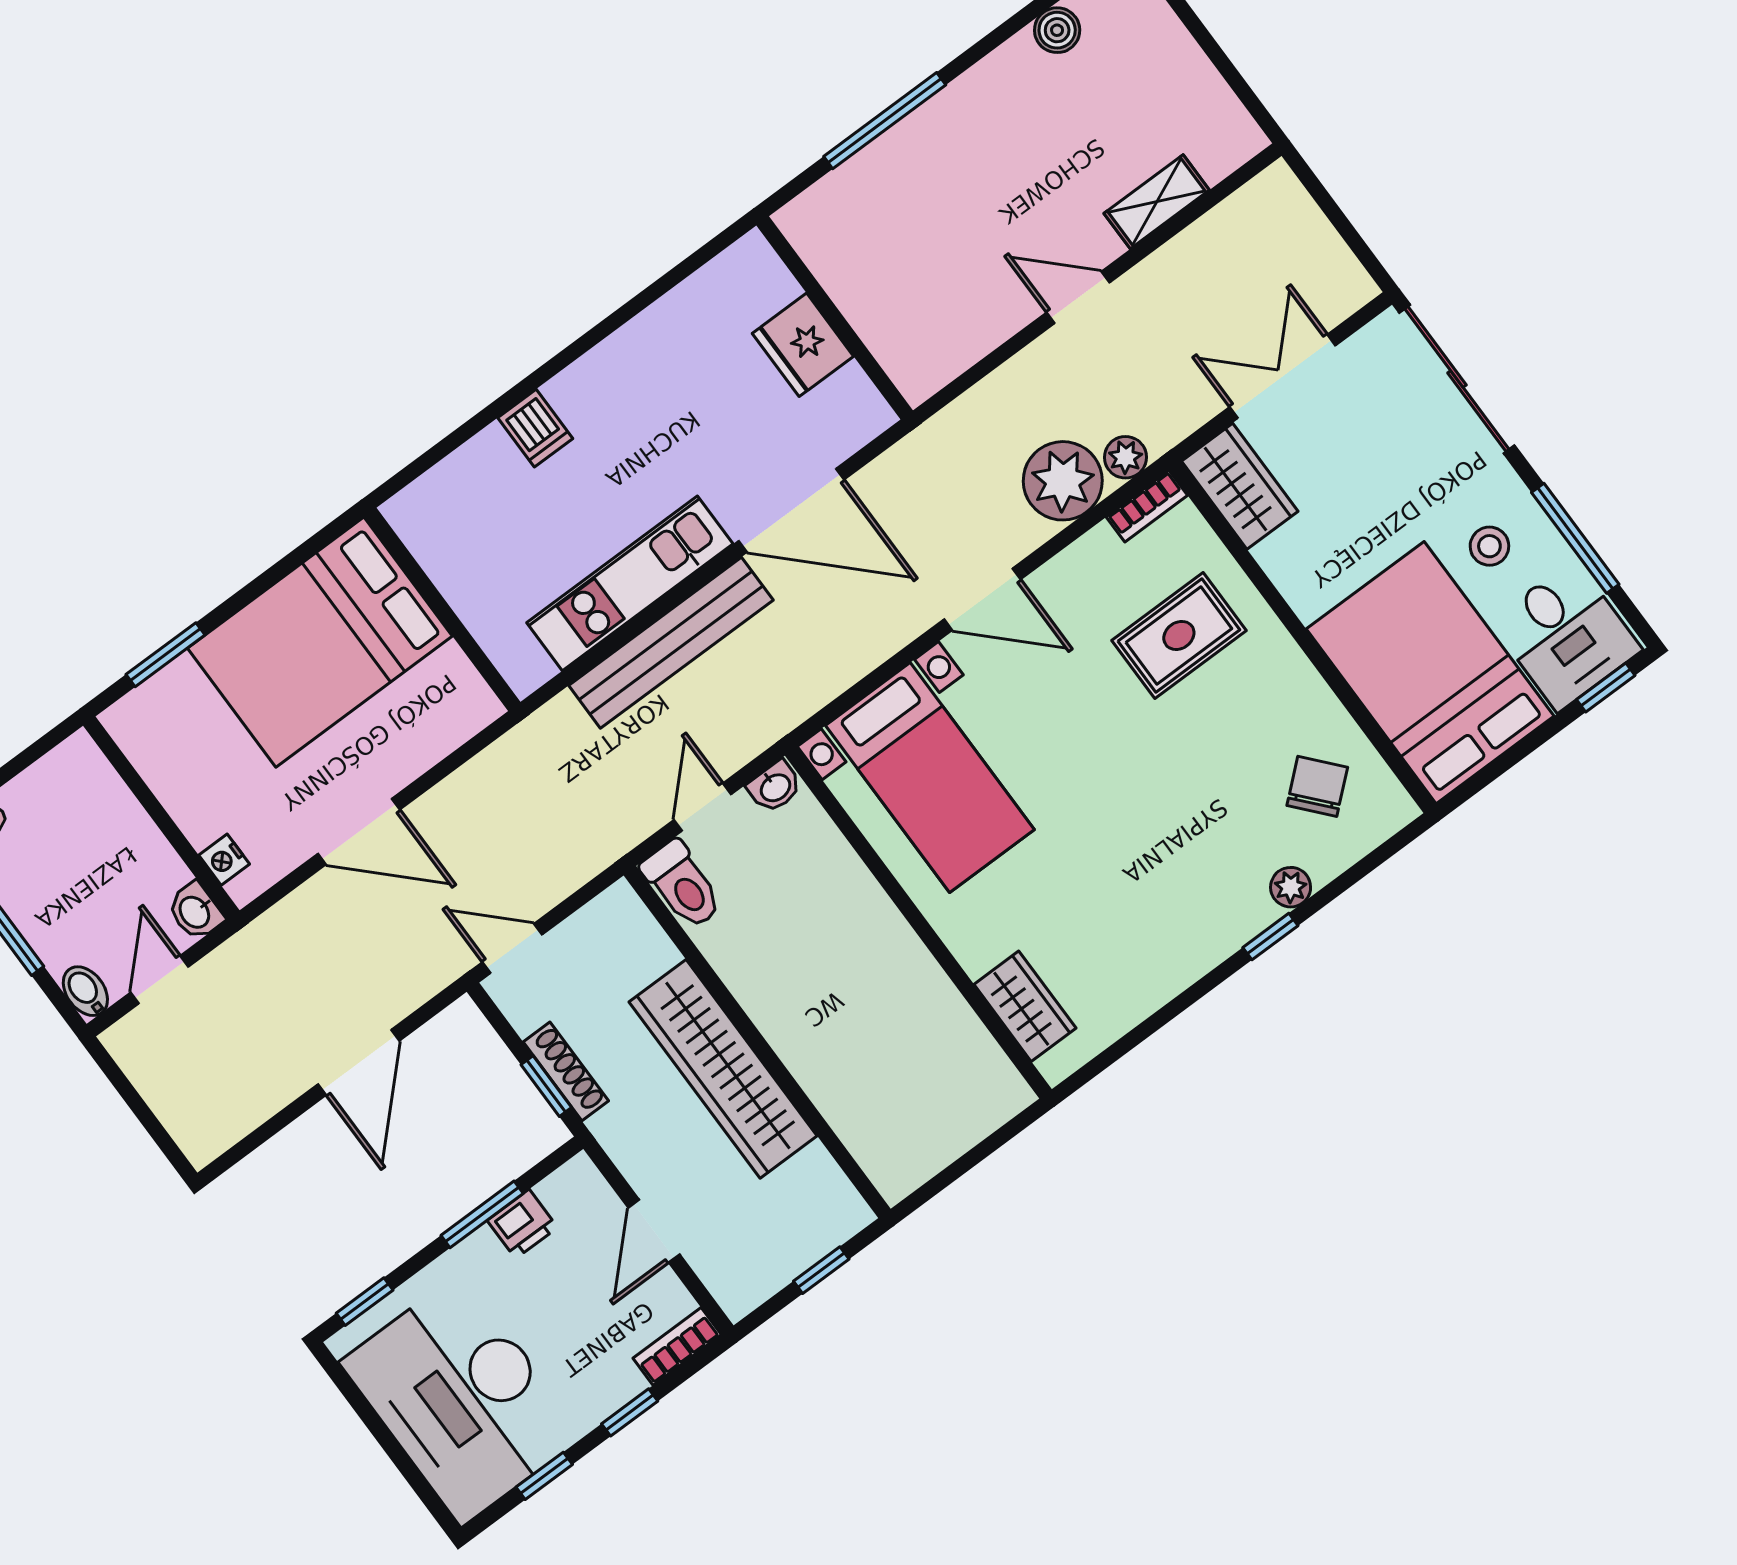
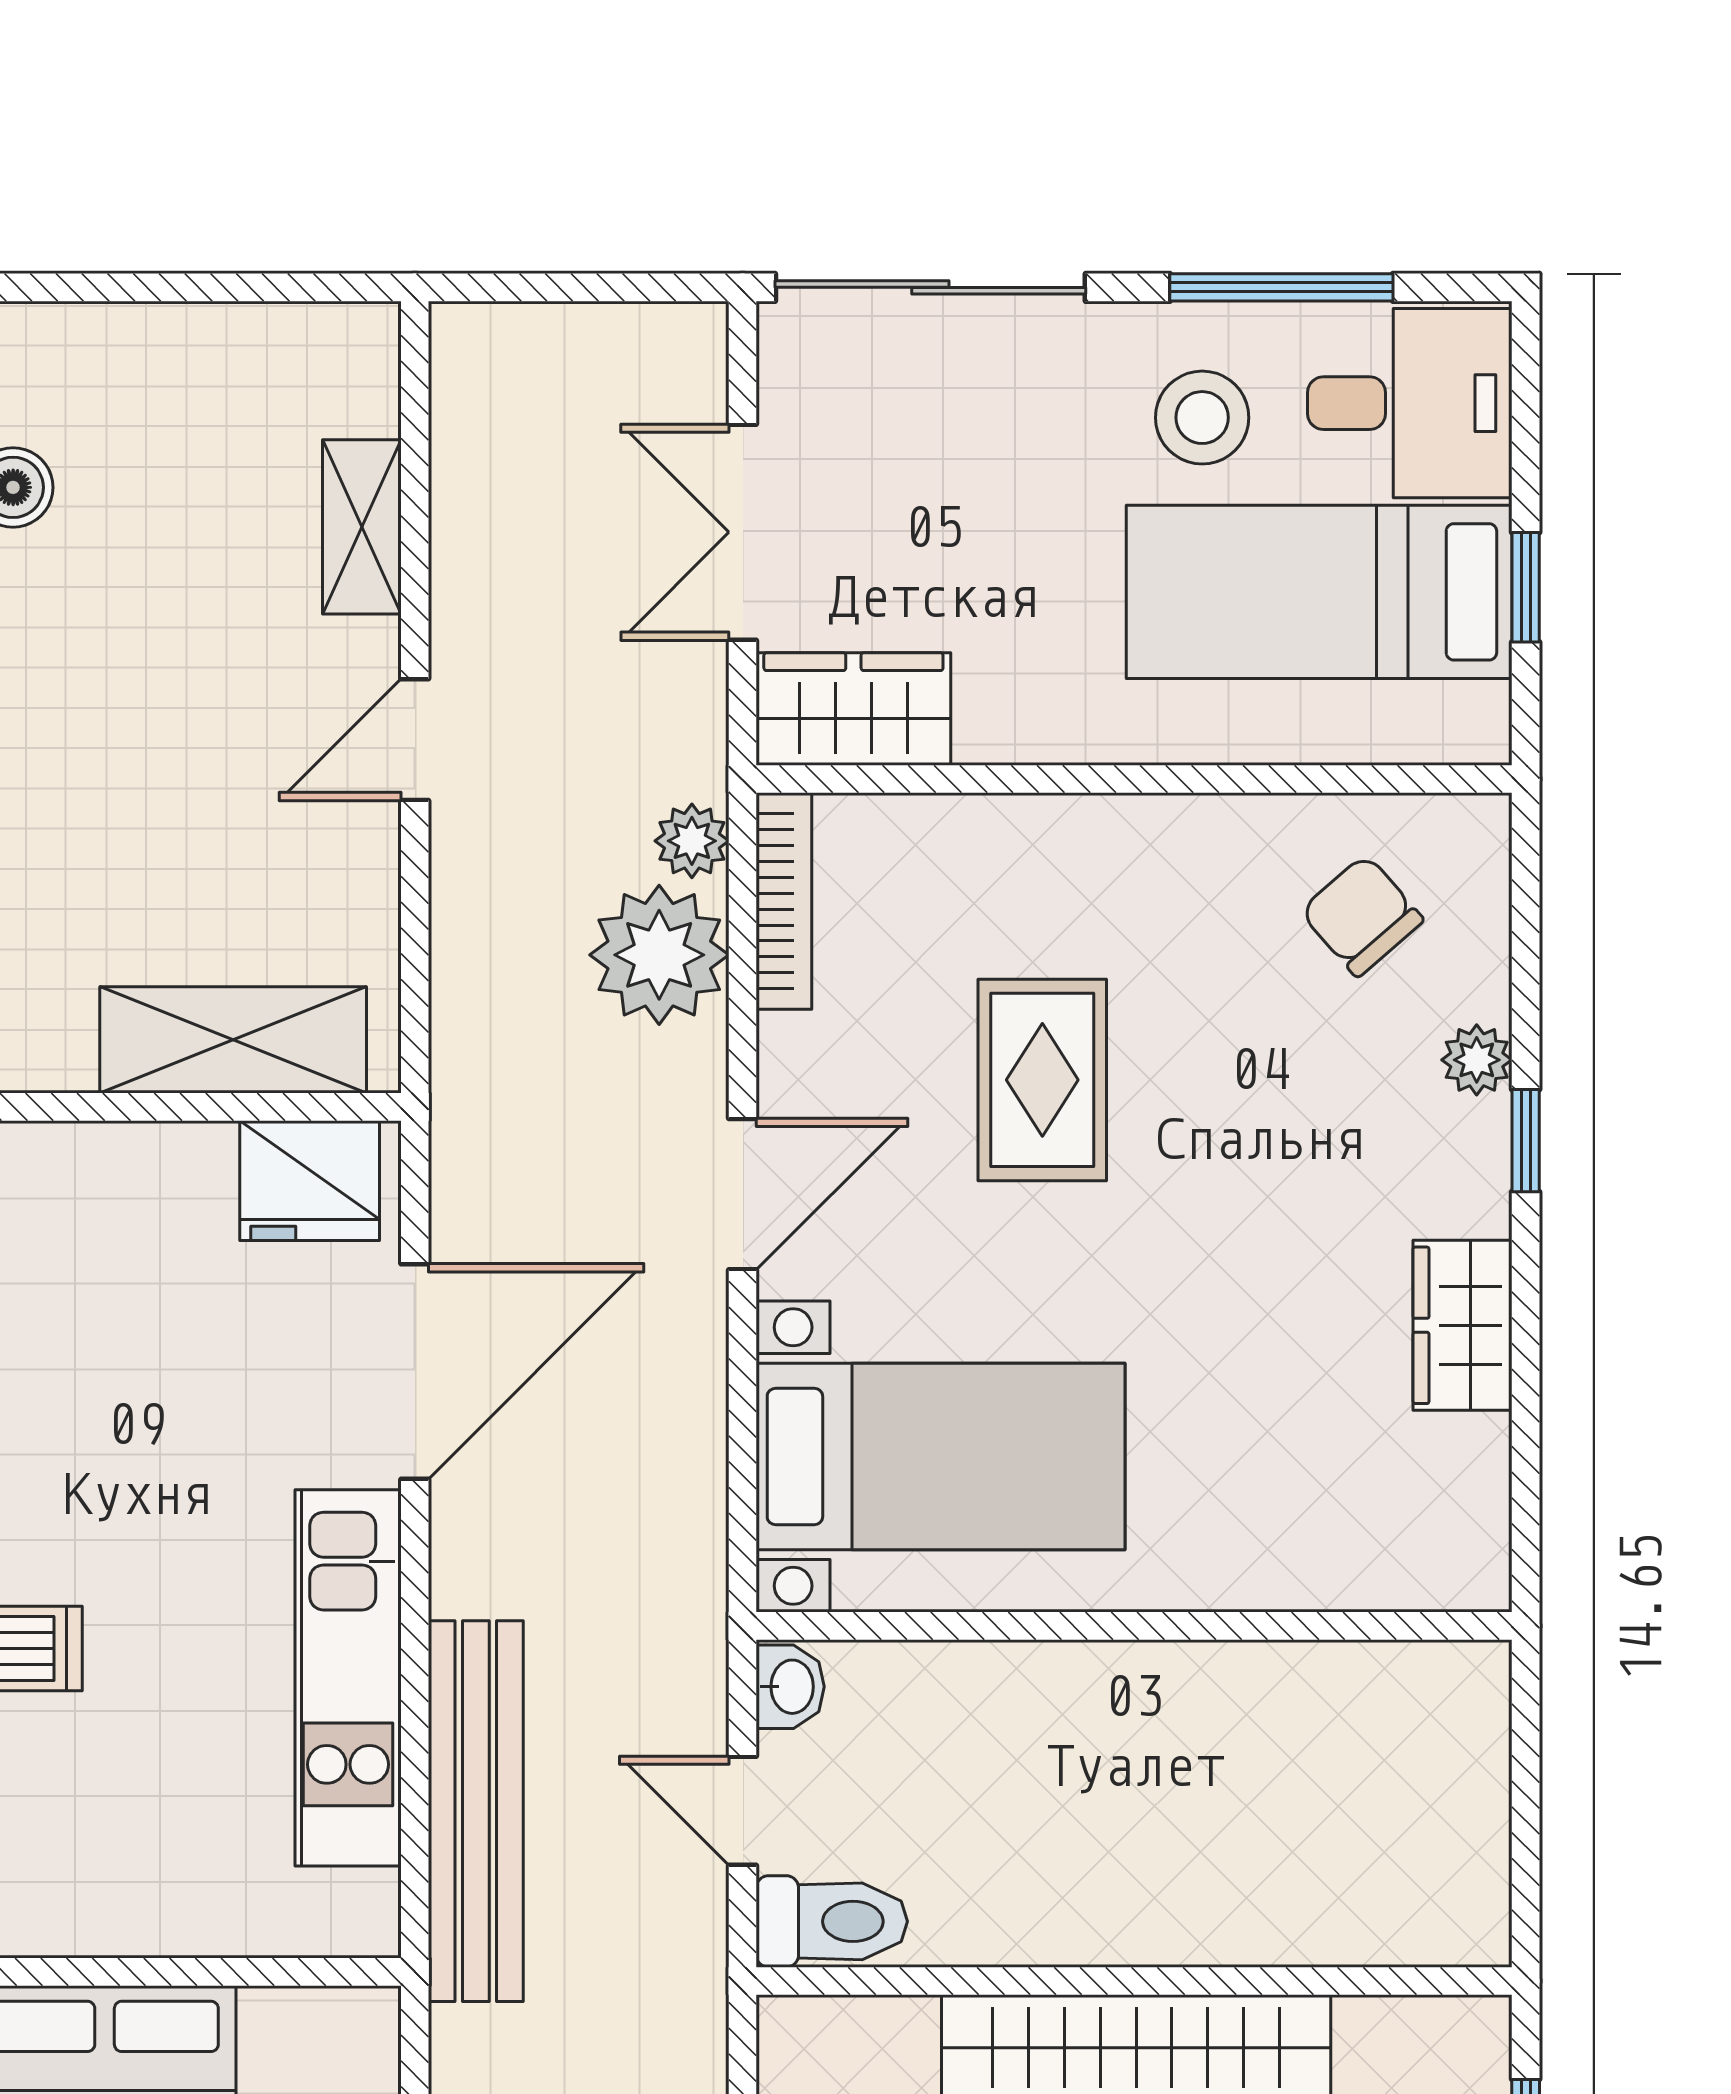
shelving: (881, 316) -> (233, 1040), added
fridge: (803, 345) -> (310, 1181), moved
bookcase: (1147, 506) -> (784, 901), width x1.56
stool: (1489, 546) -> (1202, 418), width x1.37, depth x1.37
rug: (1179, 635) -> (1042, 1080), moved
bench: (671, 643) -> (476, 1811), moved
bed: (1430, 673) -> (1319, 592), width x0.67
window: (1606, 688) -> (1526, 587), moved
wardrobe: (1025, 1006) -> (1463, 1325), moved, turned -90

